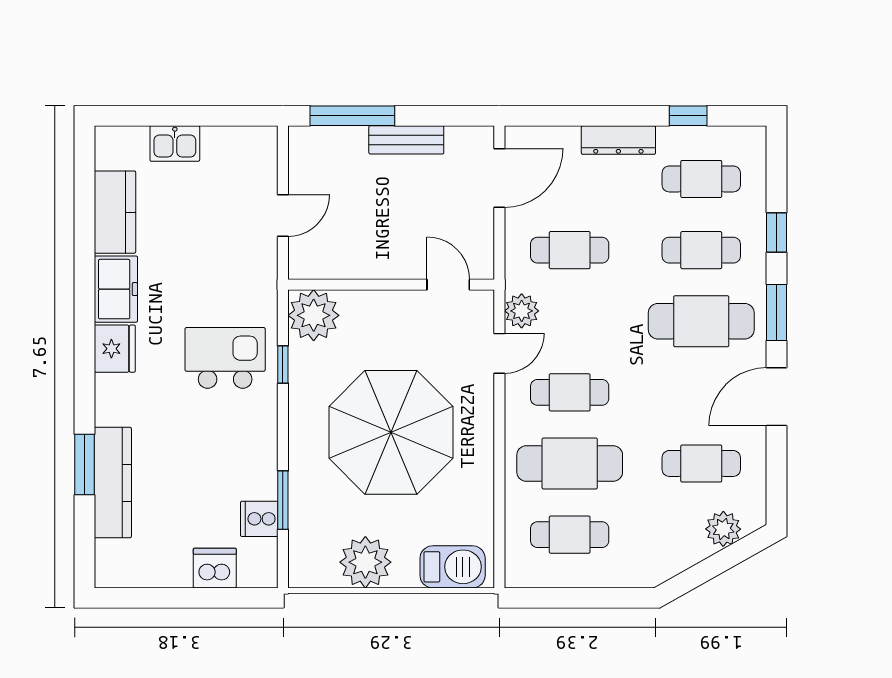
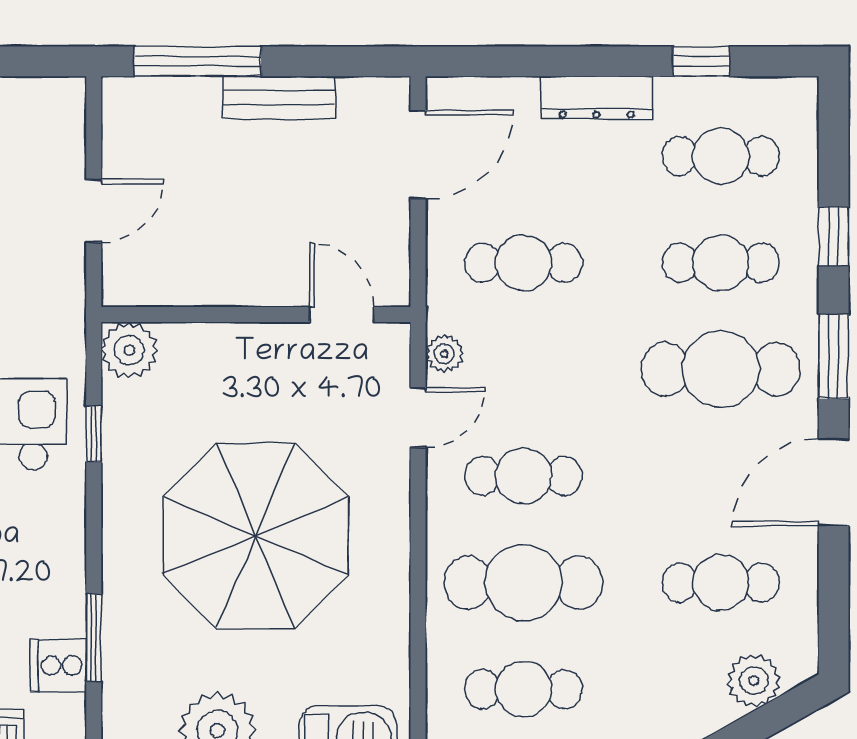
plant: (522, 311) -> (444, 354), width x0.73, depth x0.73
plant: (314, 315) -> (129, 350), width x0.73, depth x0.73

